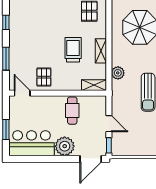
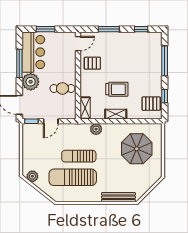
window: (44, 159) -> (19, 63), added

